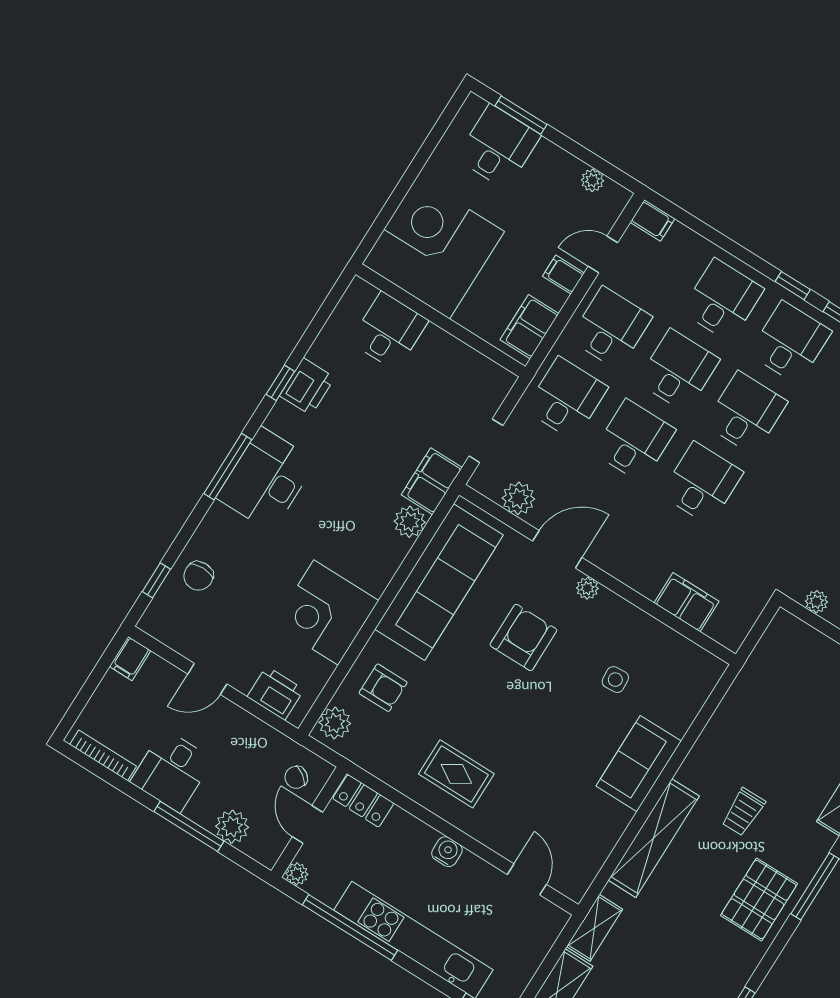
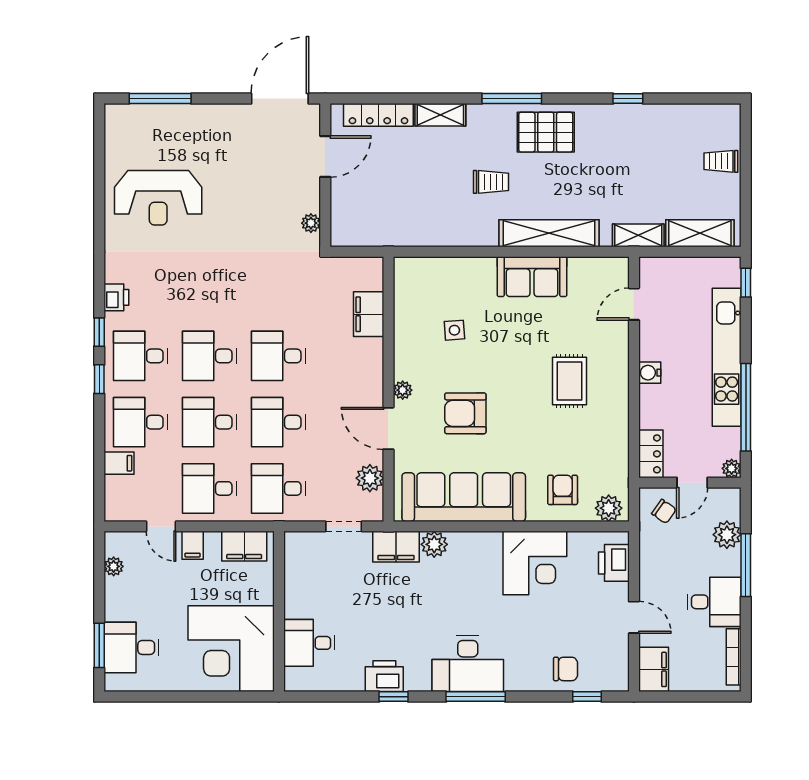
filing cabinet: (652, 220) -> (119, 463), moved, turned 90
filing cabinet: (130, 659) -> (654, 669), width x2.00
sofa: (639, 764) -> (532, 277), moved
rug: (456, 774) -> (569, 381), moved

